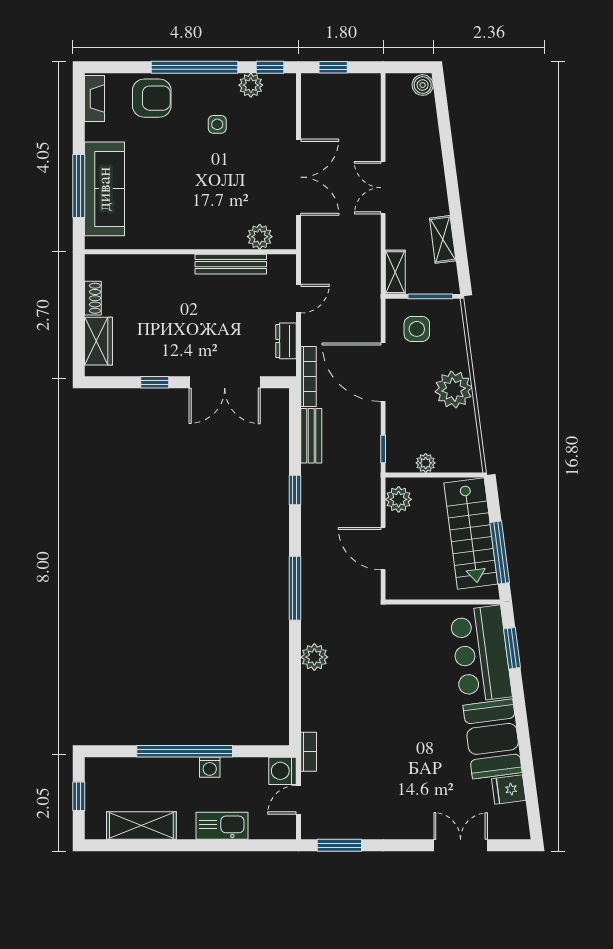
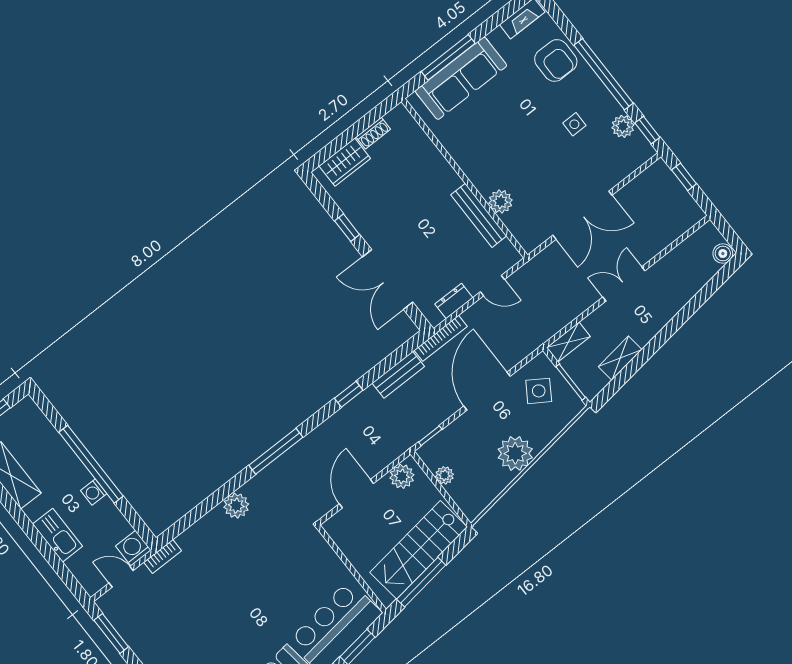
plant: (260, 237) -> (501, 202), moved
side table: (417, 329) -> (539, 391), turned 33

